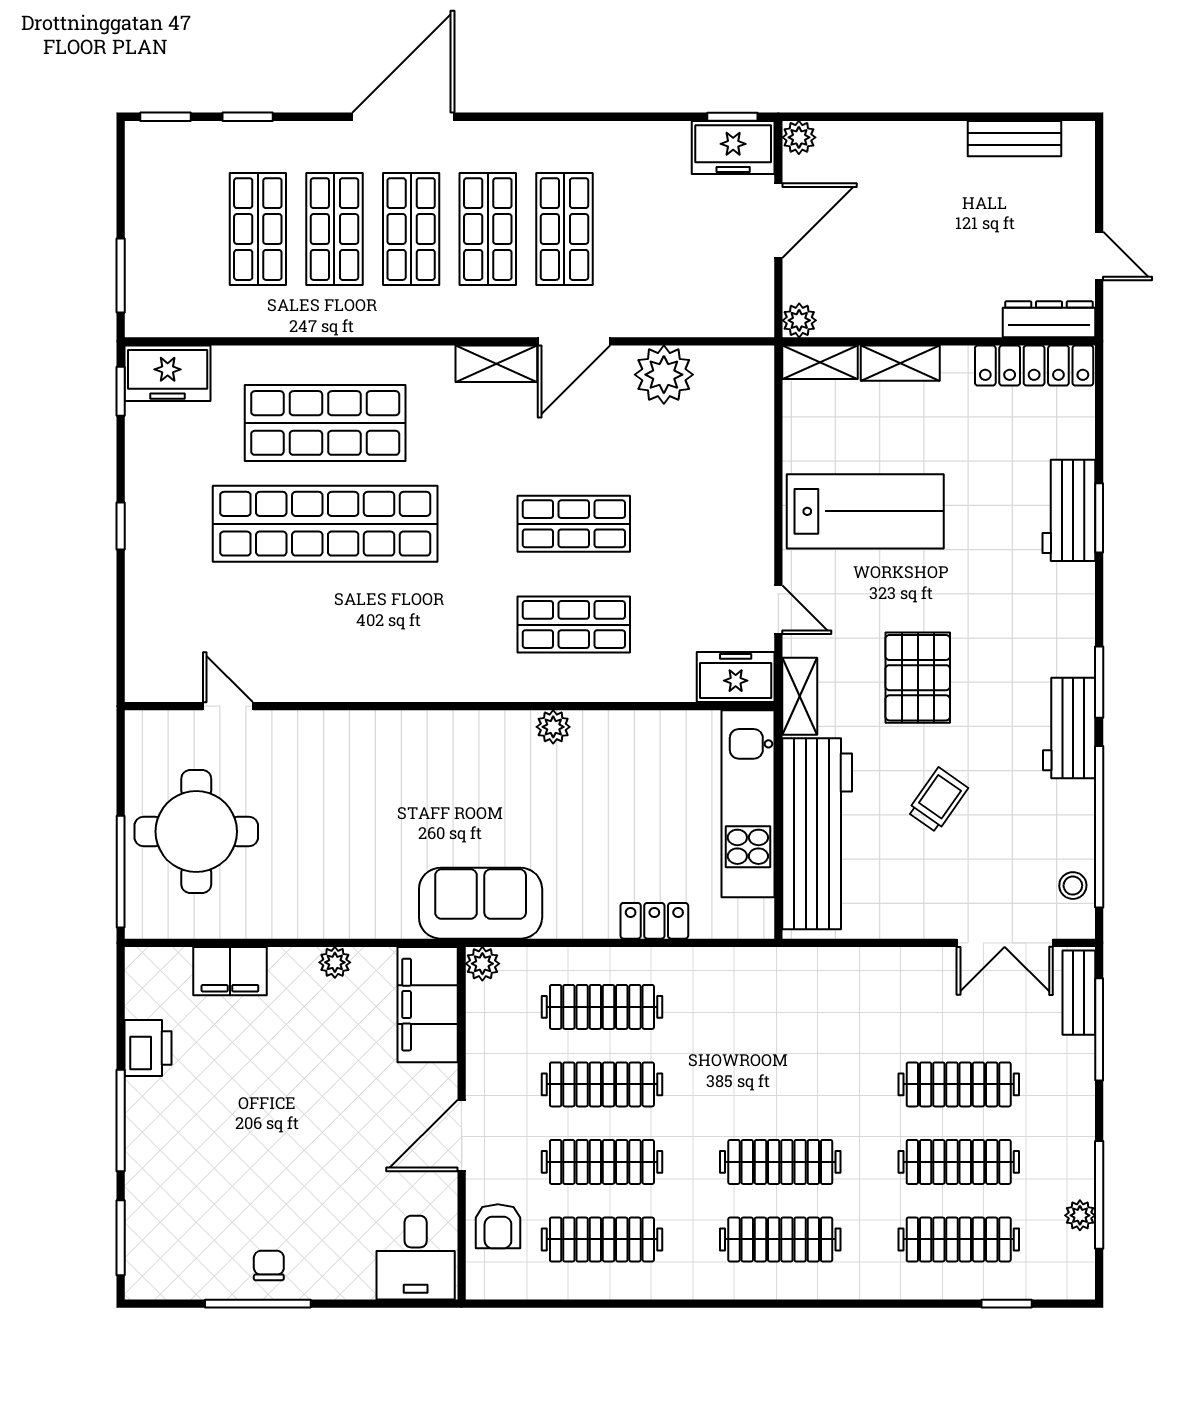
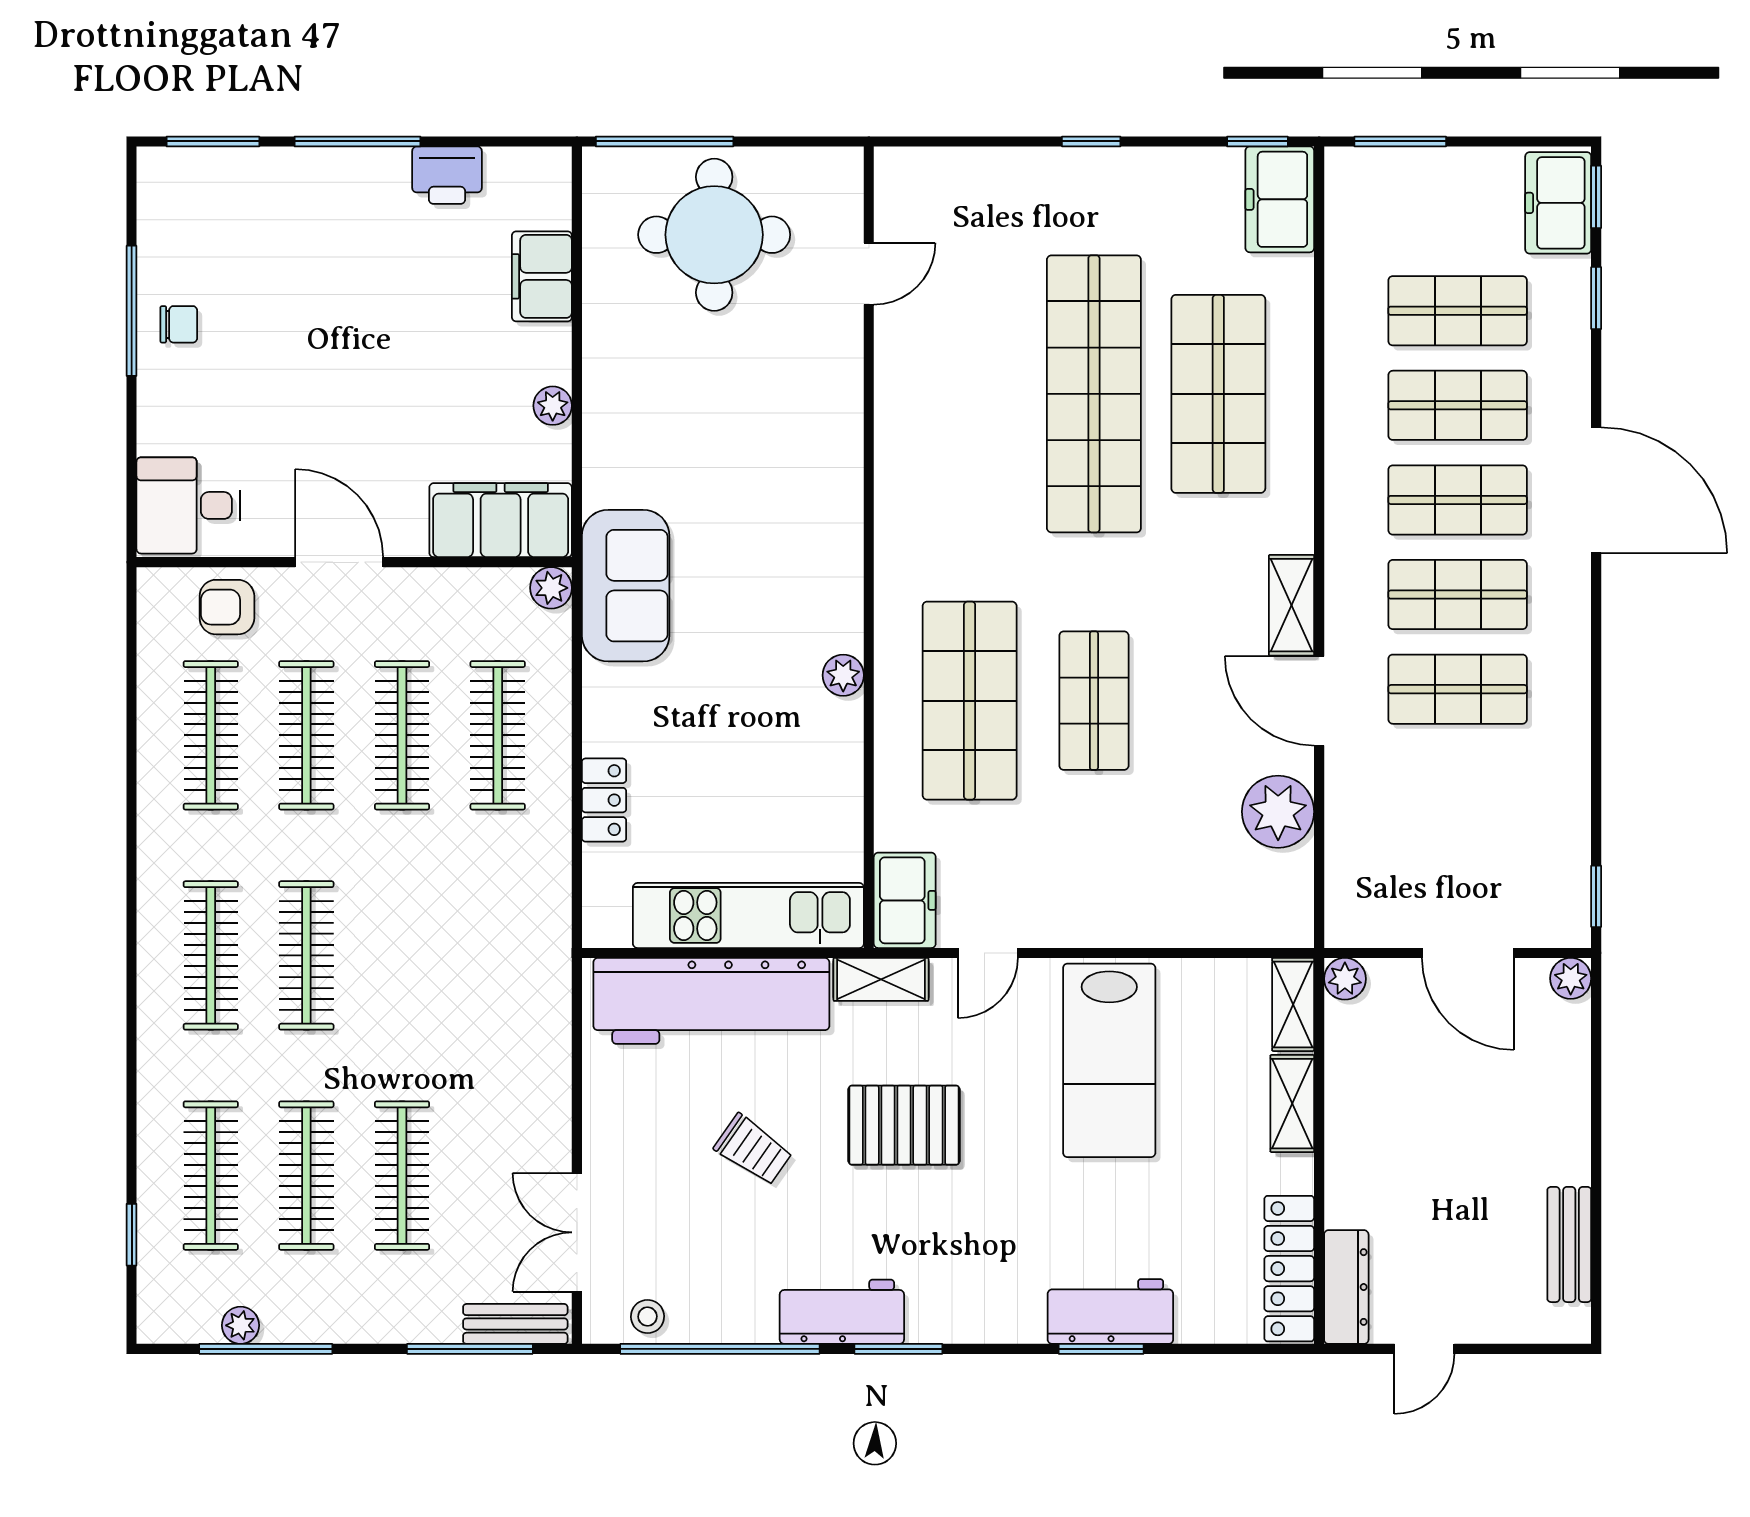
freezer: (733, 148) -> (1558, 203), moved
shop shelf: (574, 625) -> (970, 701), width x1.43, depth x1.36

